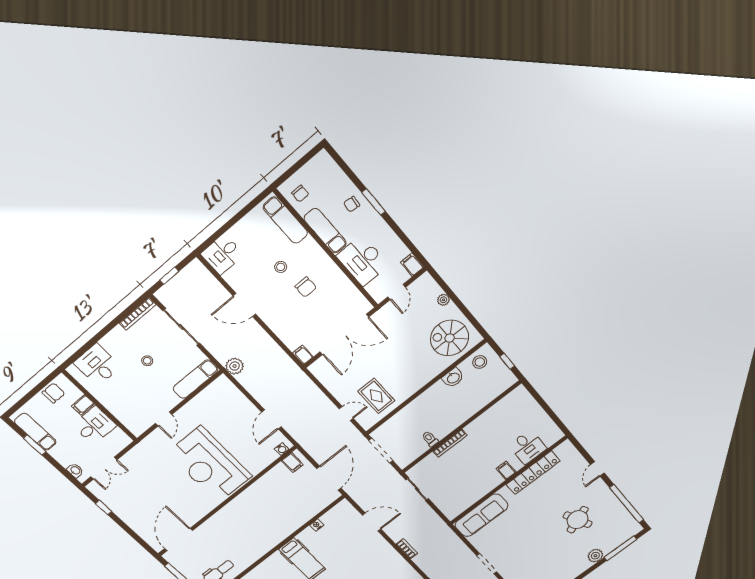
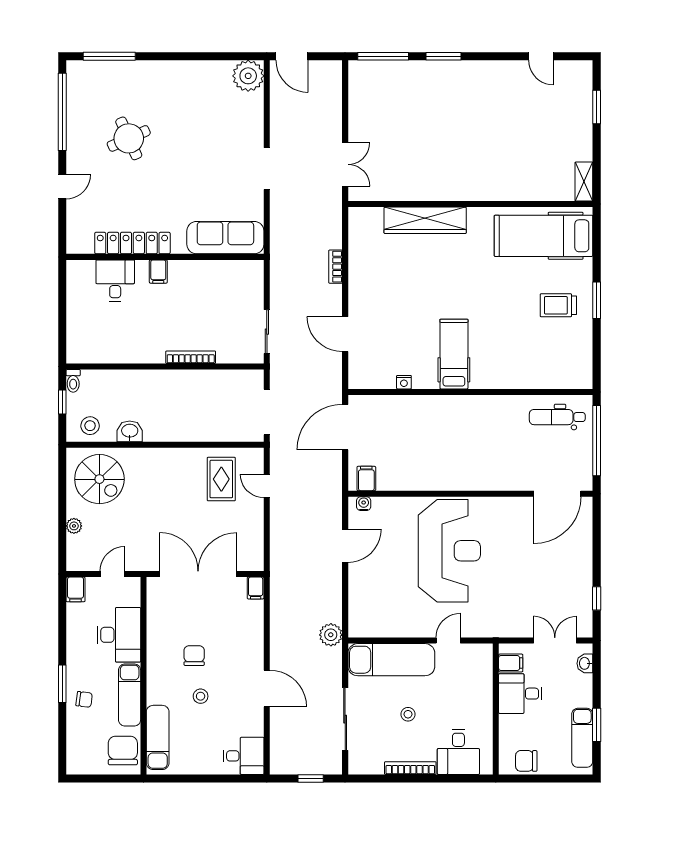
chair: (300, 194) -> (123, 751), width x1.87, depth x1.87
bookcase: (138, 314) -> (410, 768), moved
exam couch: (196, 379) -> (391, 660), width x1.36, depth x1.45
filing cabinet: (83, 405) -> (511, 663), moved
toilet: (430, 439) -> (73, 381), moved
plant: (595, 556) -> (143, 71), removed

